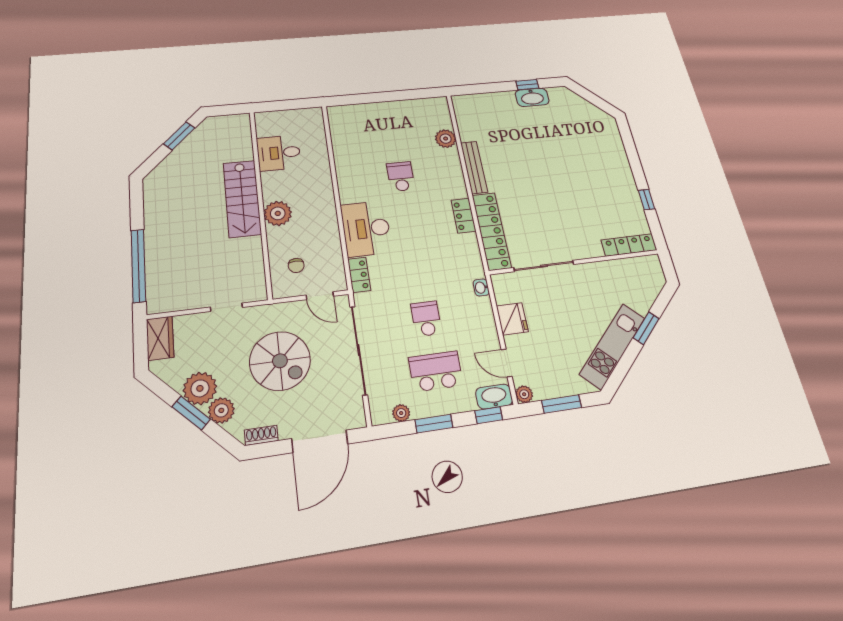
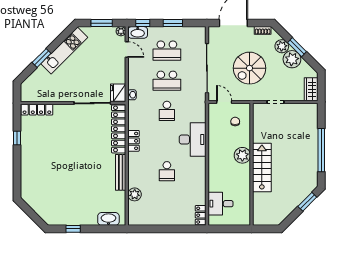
washbasin: (532, 97) -> (108, 219), moved
window: (179, 136) -> (307, 202), moved
desk: (279, 153) -> (220, 204), moved, turned 180
window: (138, 265) -> (321, 150), moved
school desk: (417, 269) -> (167, 111), added
locker: (359, 275) -> (201, 215), moved
school desk: (426, 319) -> (167, 81), width x1.85
fridge: (512, 319) -> (118, 93), moved
spiral stairs: (280, 361) -> (250, 68), turned -90
plant: (401, 413) -> (189, 31), removed

